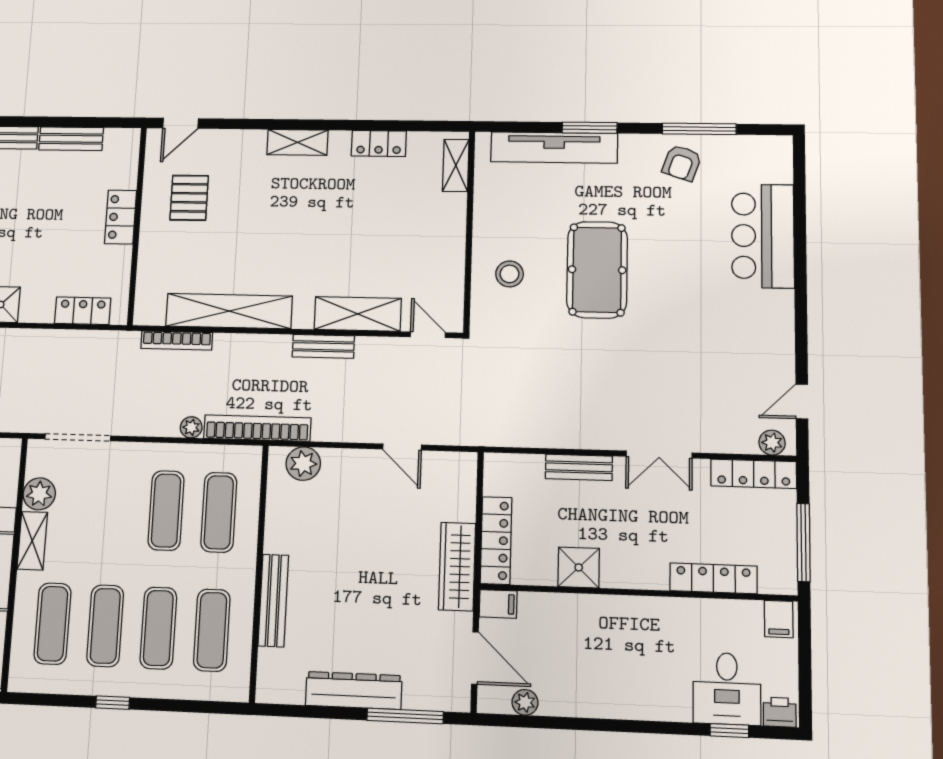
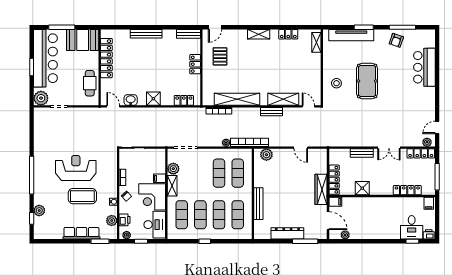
bench: (71, 139) -> (189, 34), moved

